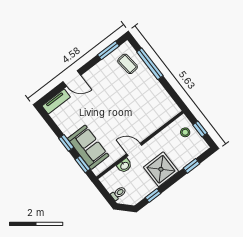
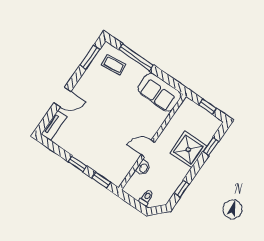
stool: (185, 132) -> (194, 115), removed
sofa: (88, 147) -> (159, 92), moved, turned 180
shower: (161, 169) -> (188, 150), moved

